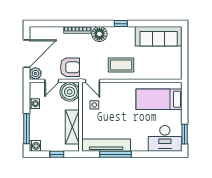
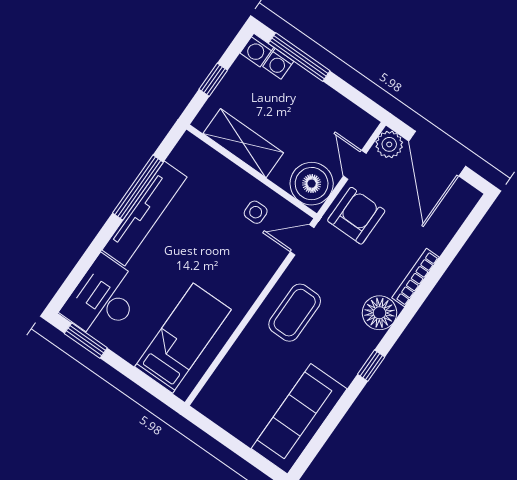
armchair: (70, 67) -> (356, 216), turned 180
washing machine: (34, 104) -> (278, 64), moved
tv unit: (106, 145) -> (145, 213), moved

